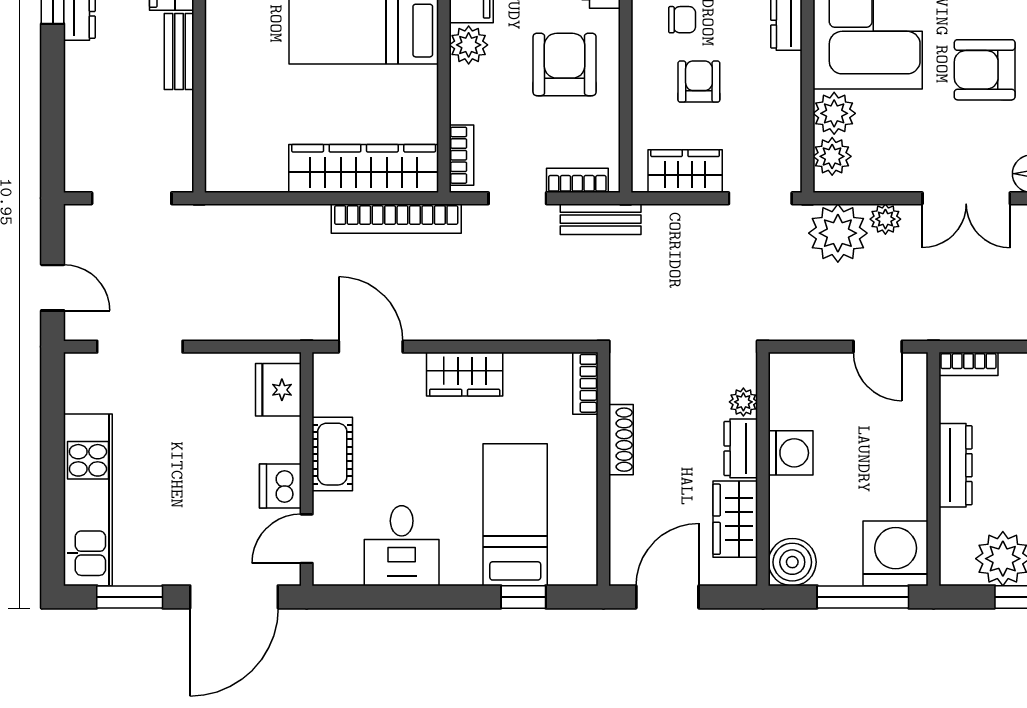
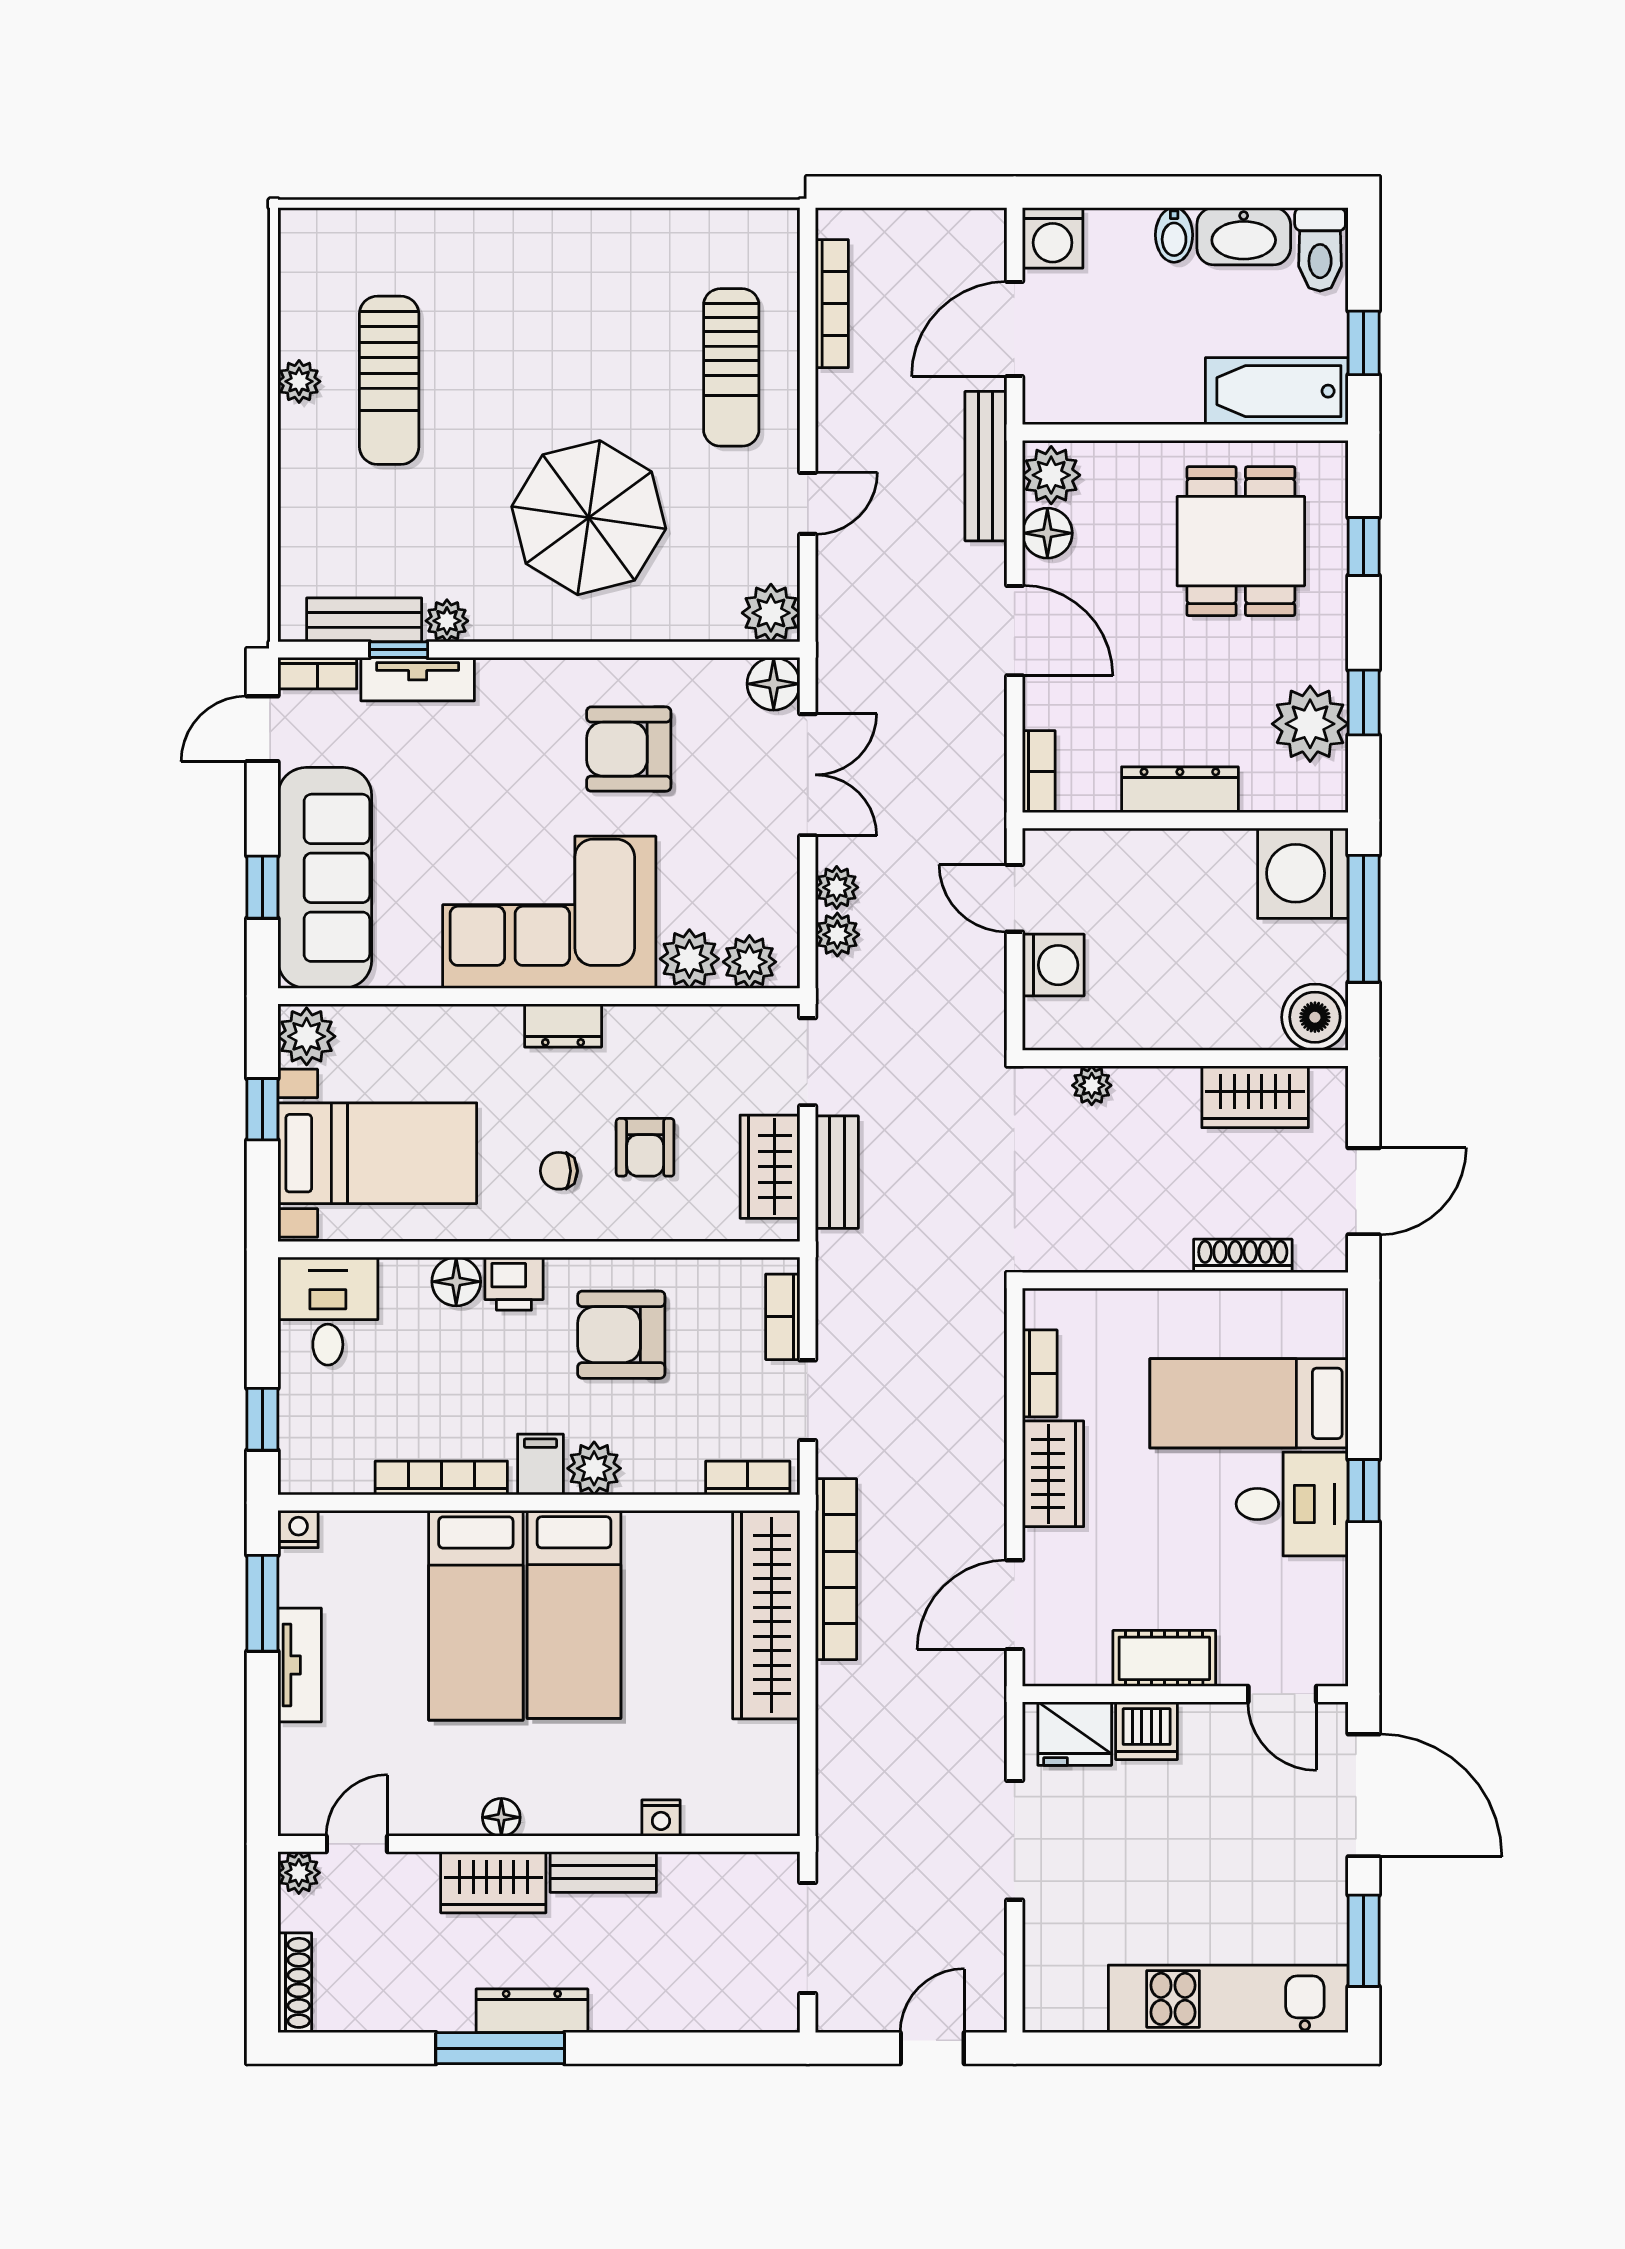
chair: (682, 20) -> (559, 1171), turned -90
armchair: (985, 70) -> (629, 749), turned 90
armchair: (699, 82) -> (645, 1147), turned -90
nightstand: (218, 93) -> (661, 1818), added
bench: (601, 219) -> (837, 1172), moved
plant: (838, 233) -> (837, 935), width x0.53, depth x0.53
doorway: (140, 347) -> (1015, 1840), moved
door: (878, 347) -> (1015, 898), swing flipped
bookcase: (585, 383) -> (1040, 1373), moved, turned -90
shoe rack: (621, 440) -> (1243, 1256), moved
dresser: (741, 448) -> (1157, 1089), removed
washing machine: (791, 453) -> (1053, 965), moved, turned 90
dishwasher: (280, 486) -> (1147, 1731), moved
desk: (402, 546) -> (1292, 1504), moved
window: (523, 597) -> (1364, 1491), moved
door: (667, 597) -> (1364, 1191), swing flipped

